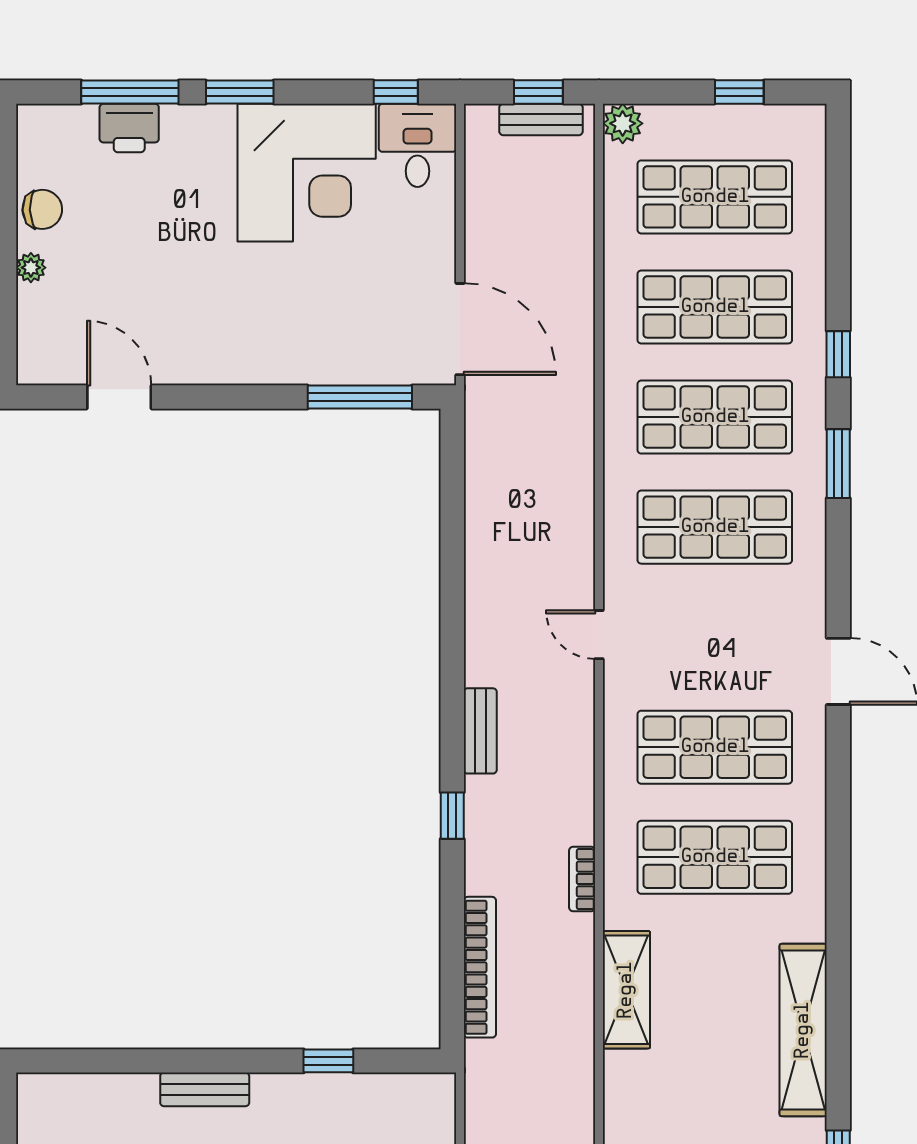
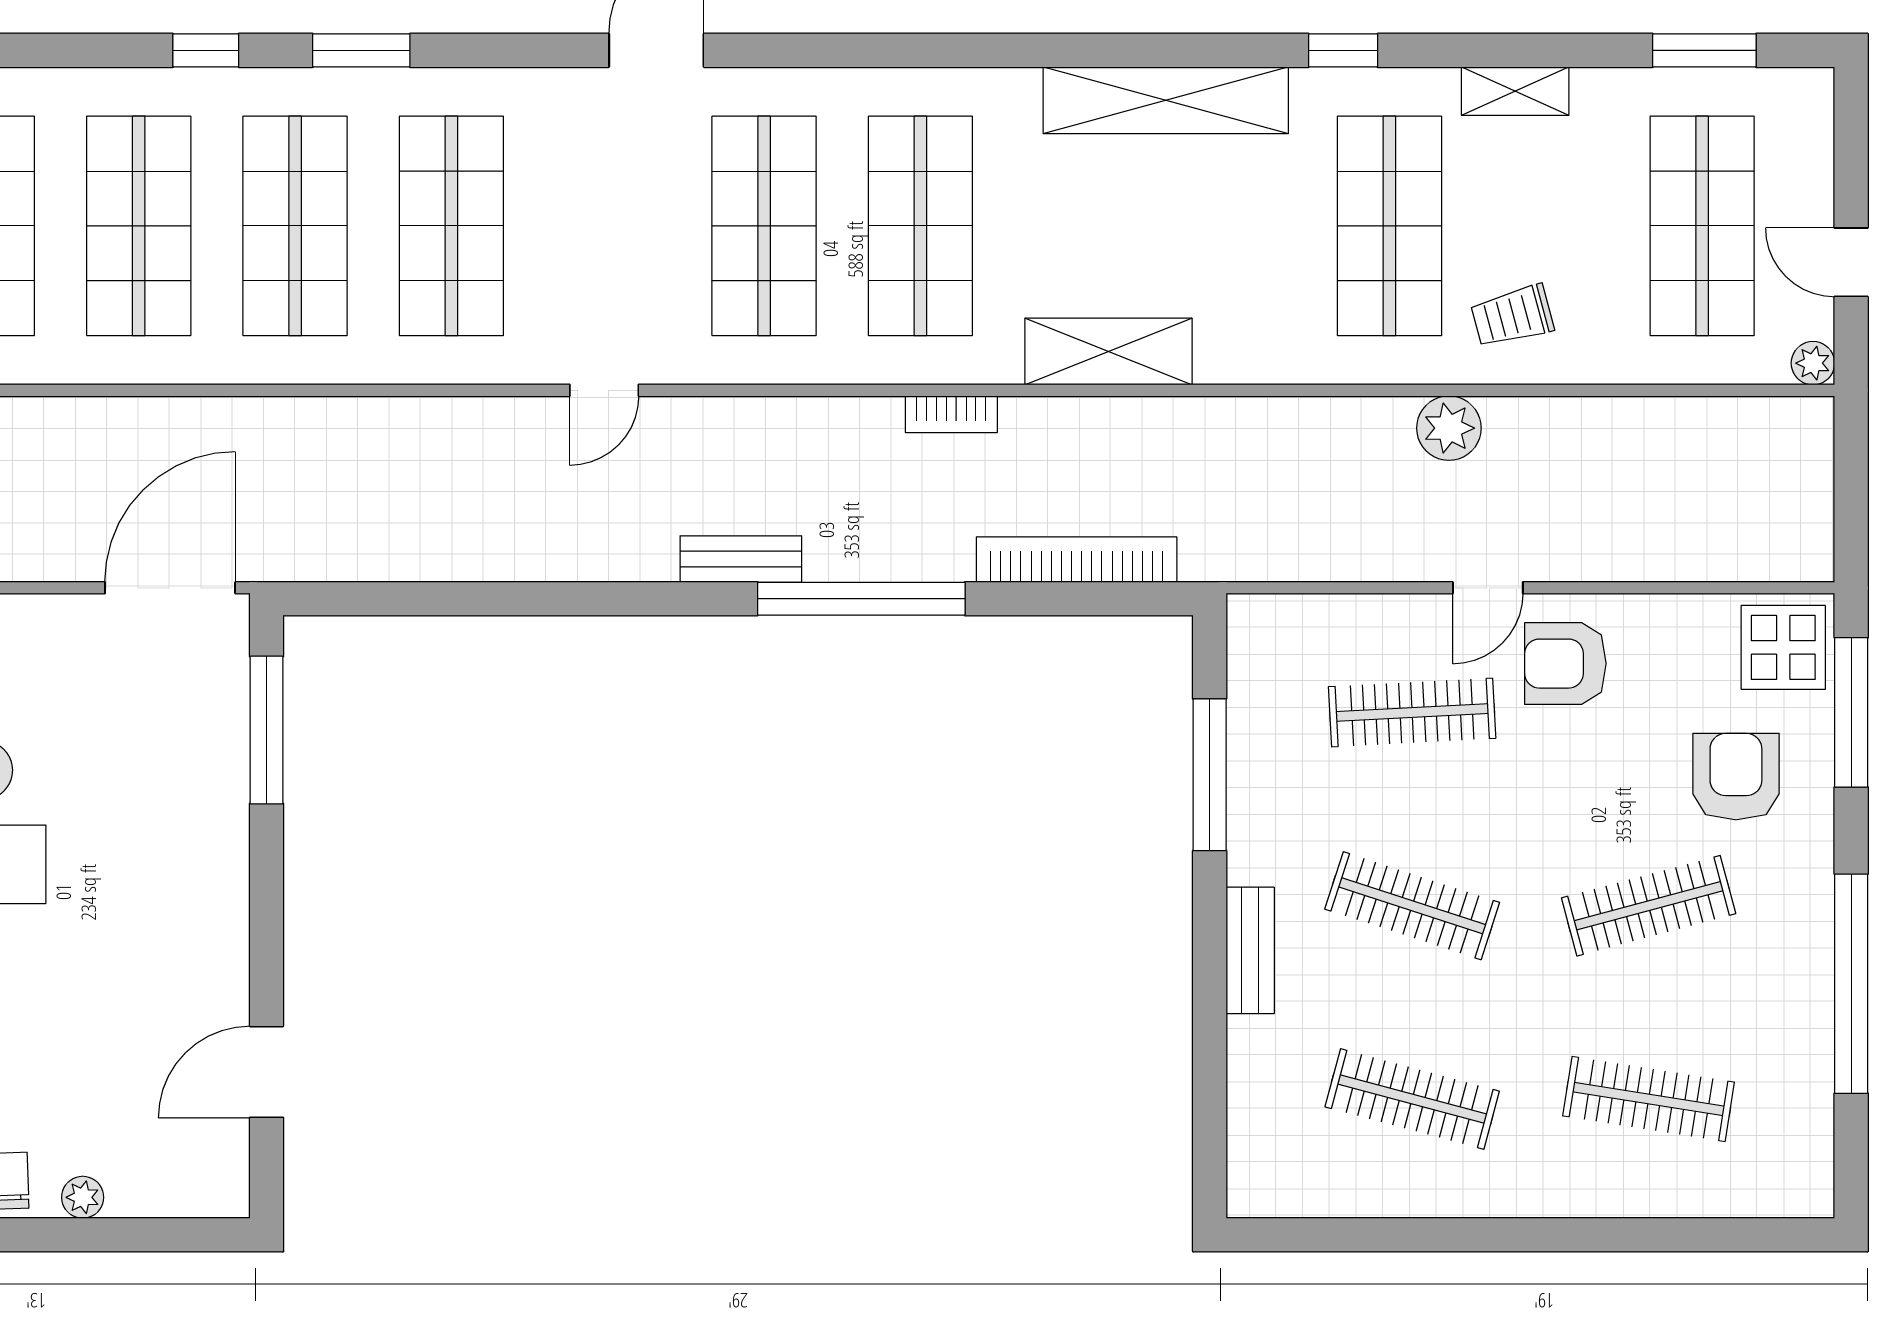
window: (452, 816) -> (861, 599), width x3.17
window: (328, 1061) -> (1210, 775), width x2.17

